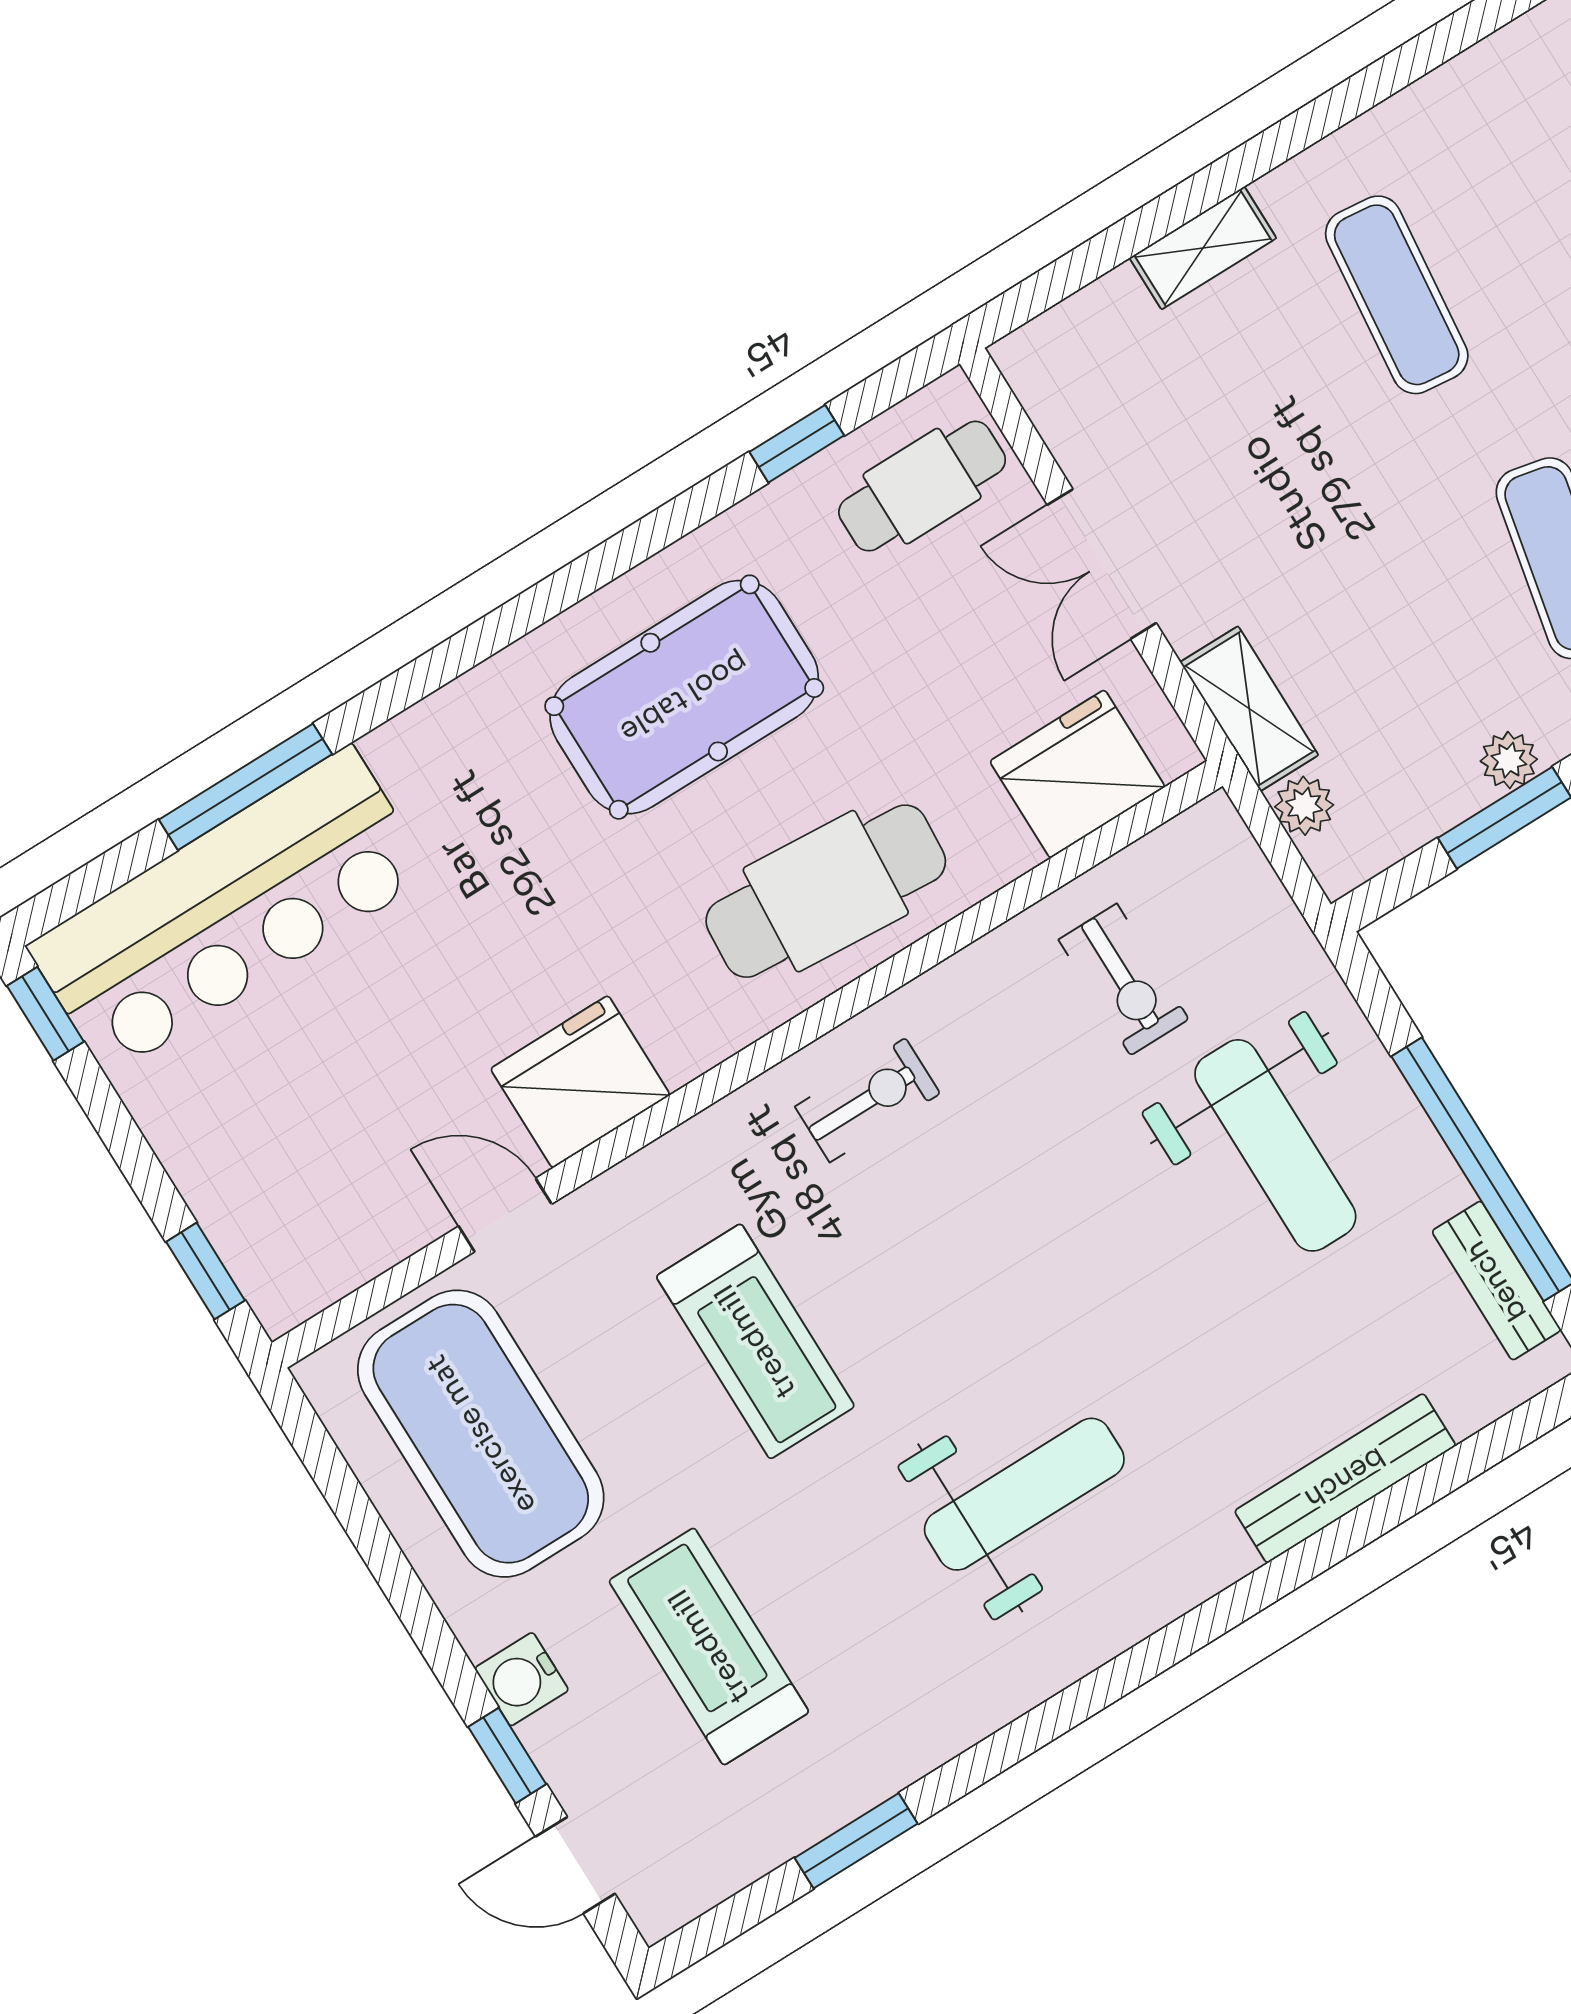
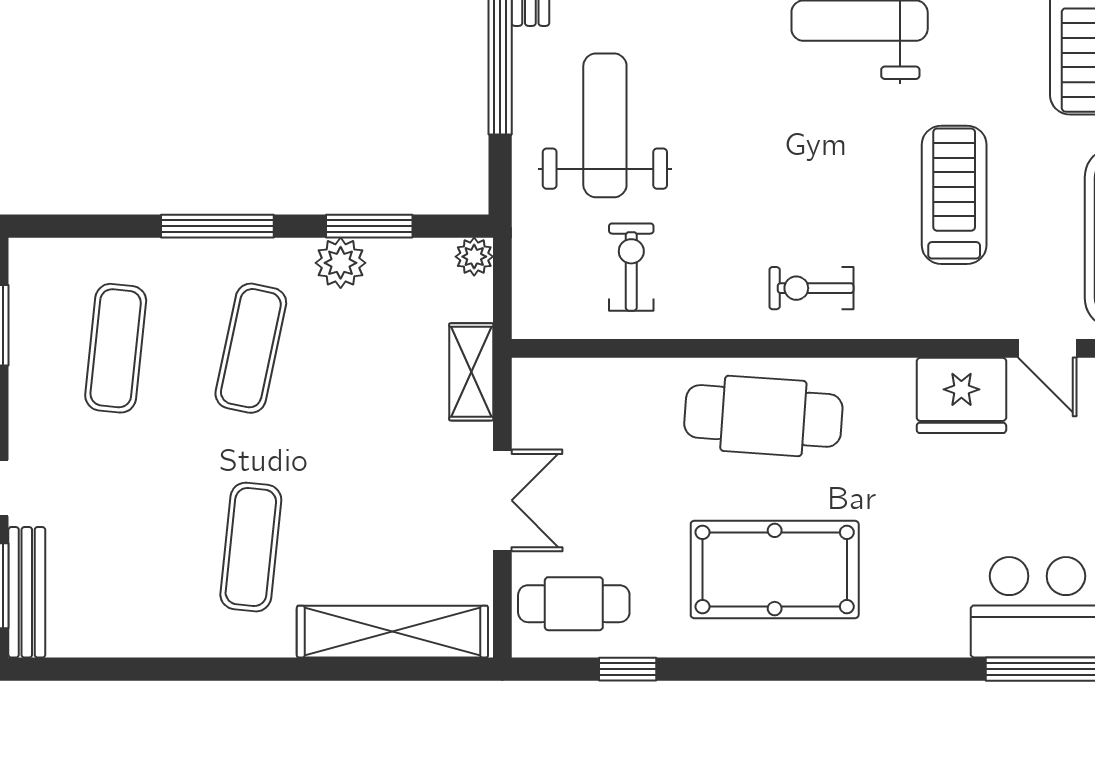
shelving: (1203, 248) -> (392, 632), width x2.20, depth x1.33
plant: (1509, 760) -> (341, 263), width x1.38, depth x1.38
fridge: (1077, 774) -> (587, 395), removed
plant: (1304, 806) -> (474, 257), moved

